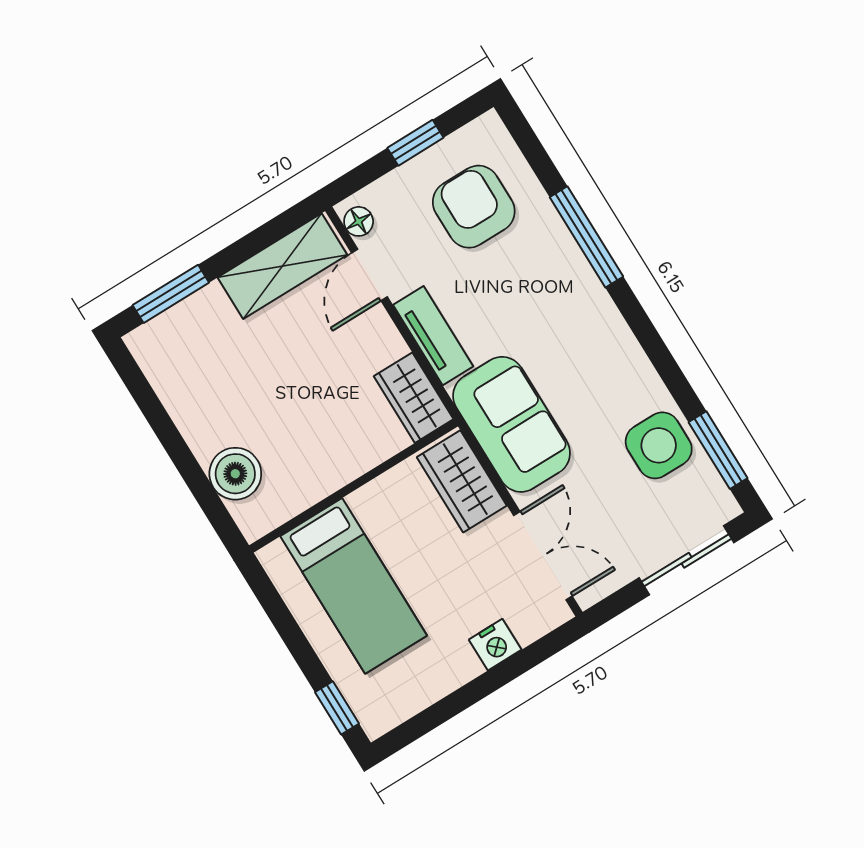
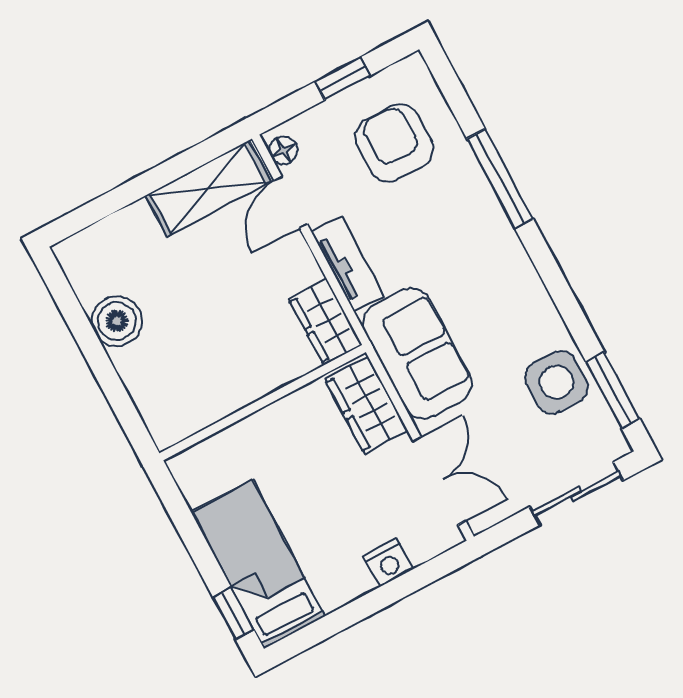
window: (171, 294) -> (100, 208), removed
boiler: (235, 474) -> (117, 321), moved
bed: (354, 586) -> (258, 564), moved, turned 180

